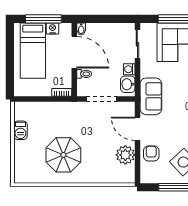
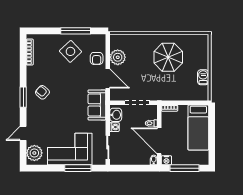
nightstand: (53, 28) -> (166, 160), moved
bed: (33, 51) -> (198, 128), moved, turned 180

